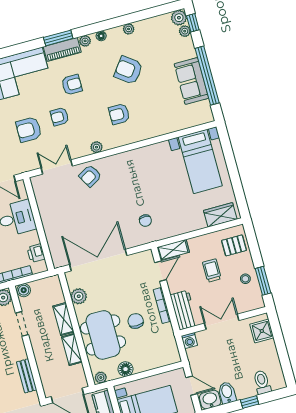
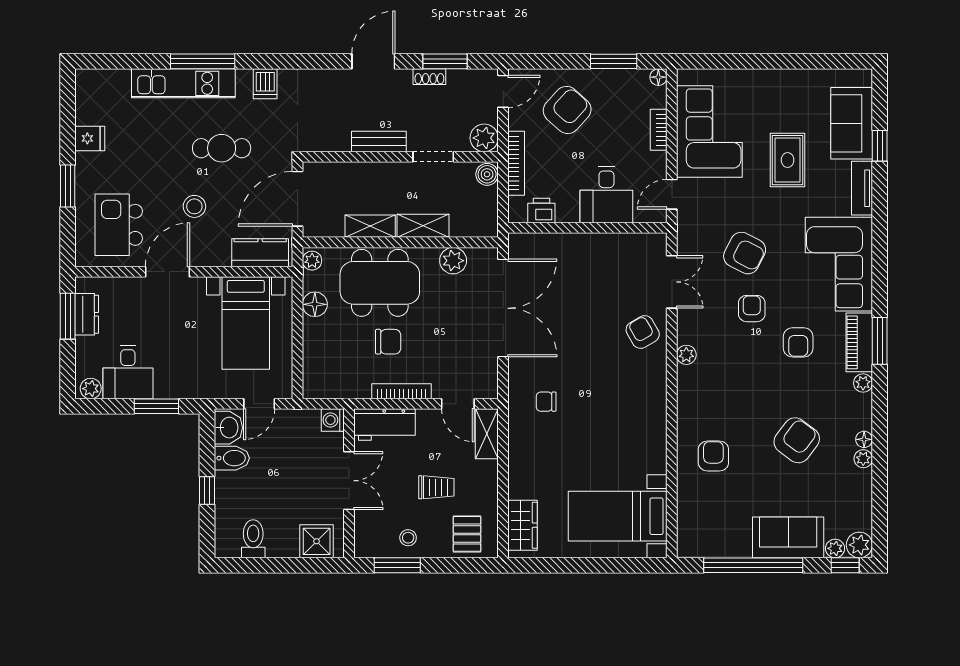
floor lamp: (101, 36) -> (864, 439), moved
sofa: (191, 81) -> (788, 537), moved
armchair: (119, 114) -> (713, 456), moved
armchair: (29, 129) -> (745, 253), turned 117
bench: (27, 376) -> (379, 141), moved
toilet: (262, 382) -> (253, 539), moved, turned -90

